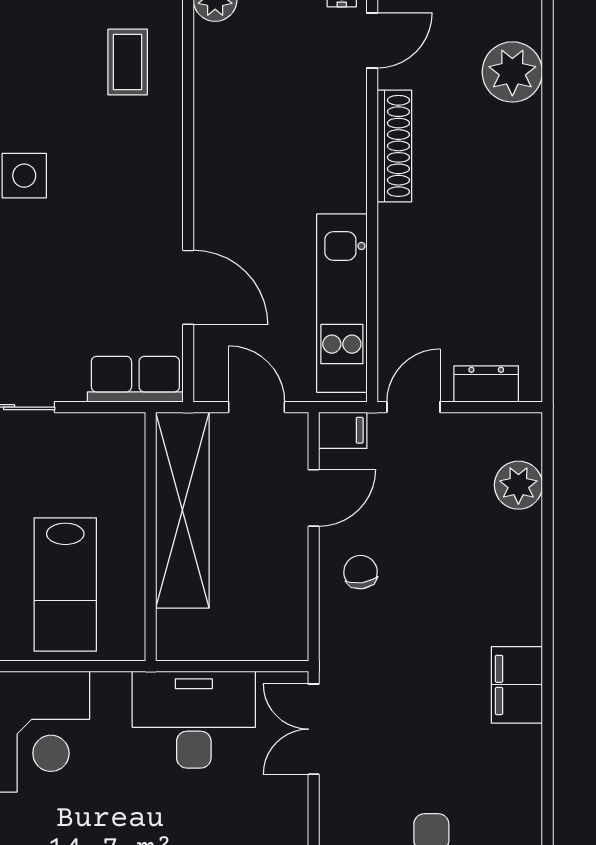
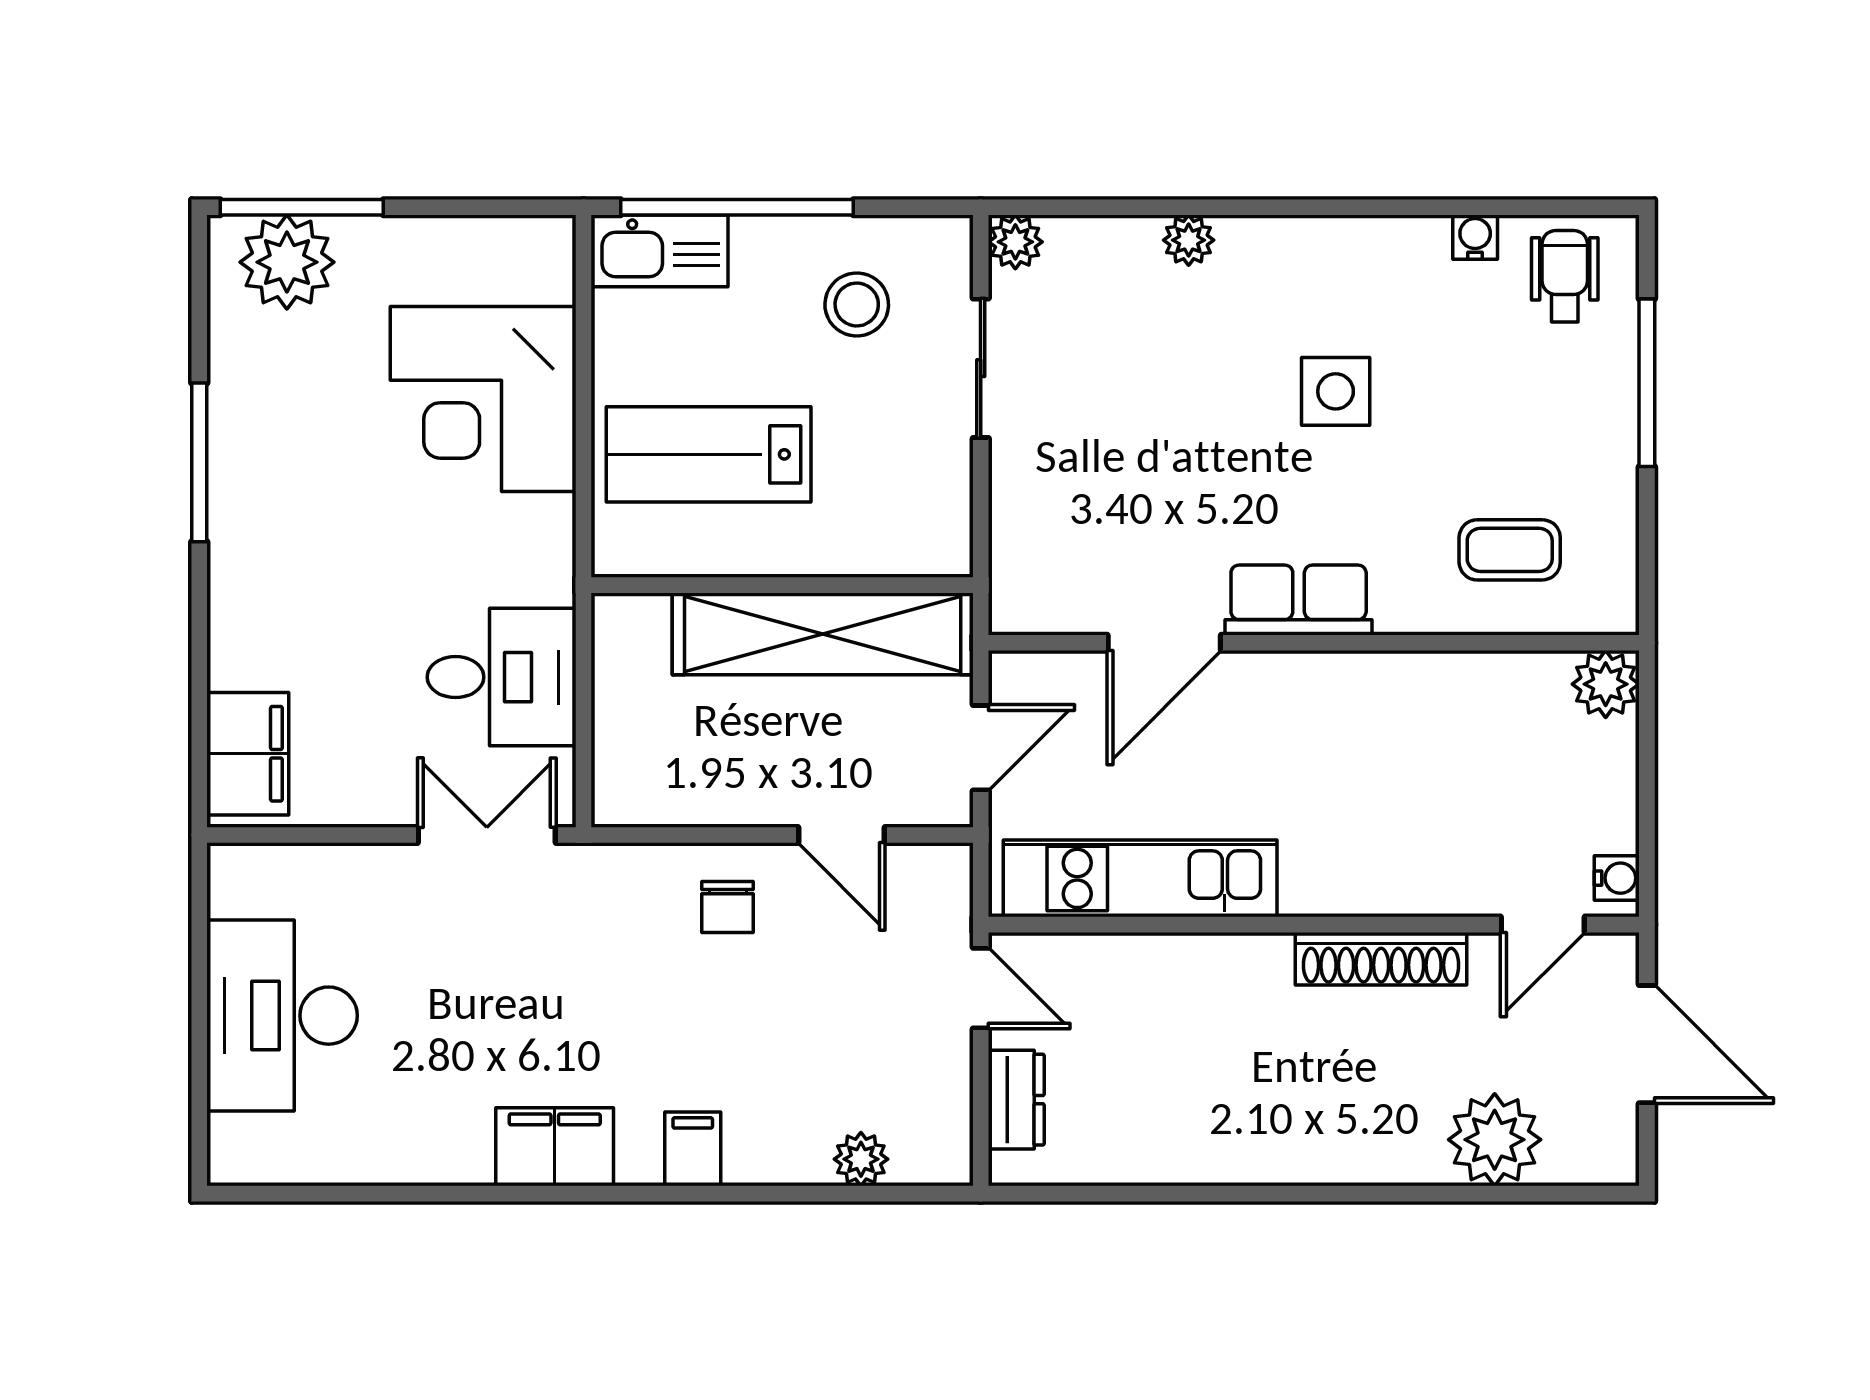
door: (372, 40) -> (1543, 925), hinge flipped
row of seats: (135, 379) -> (1299, 600), moved, turned -90
filing cabinet: (343, 430) -> (693, 1149), moved, turned 180
plant: (518, 485) -> (861, 1159), width x0.73, depth x0.73
chair: (361, 572) -> (728, 907), turned 98
desk: (194, 720) -> (502, 677), width x0.73

